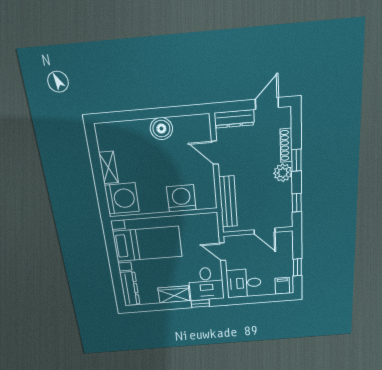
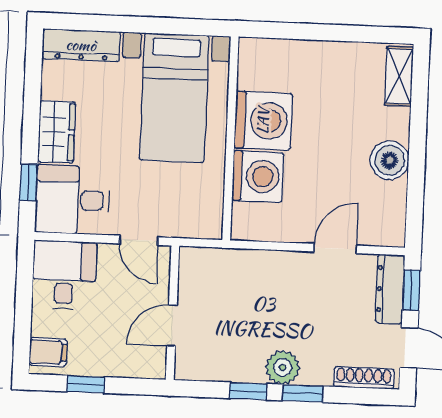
window: (234, 106) -> (411, 290), added
shoe rack: (286, 145) -> (364, 378), moved
shelving: (109, 167) -> (399, 76), moved, turned 90
washing machine: (122, 198) -> (263, 121), moved, turned -90
bench: (228, 202) -> (240, 262), removed
window: (297, 203) -> (248, 391), moved
door: (222, 252) -> (139, 240), swing flipped

